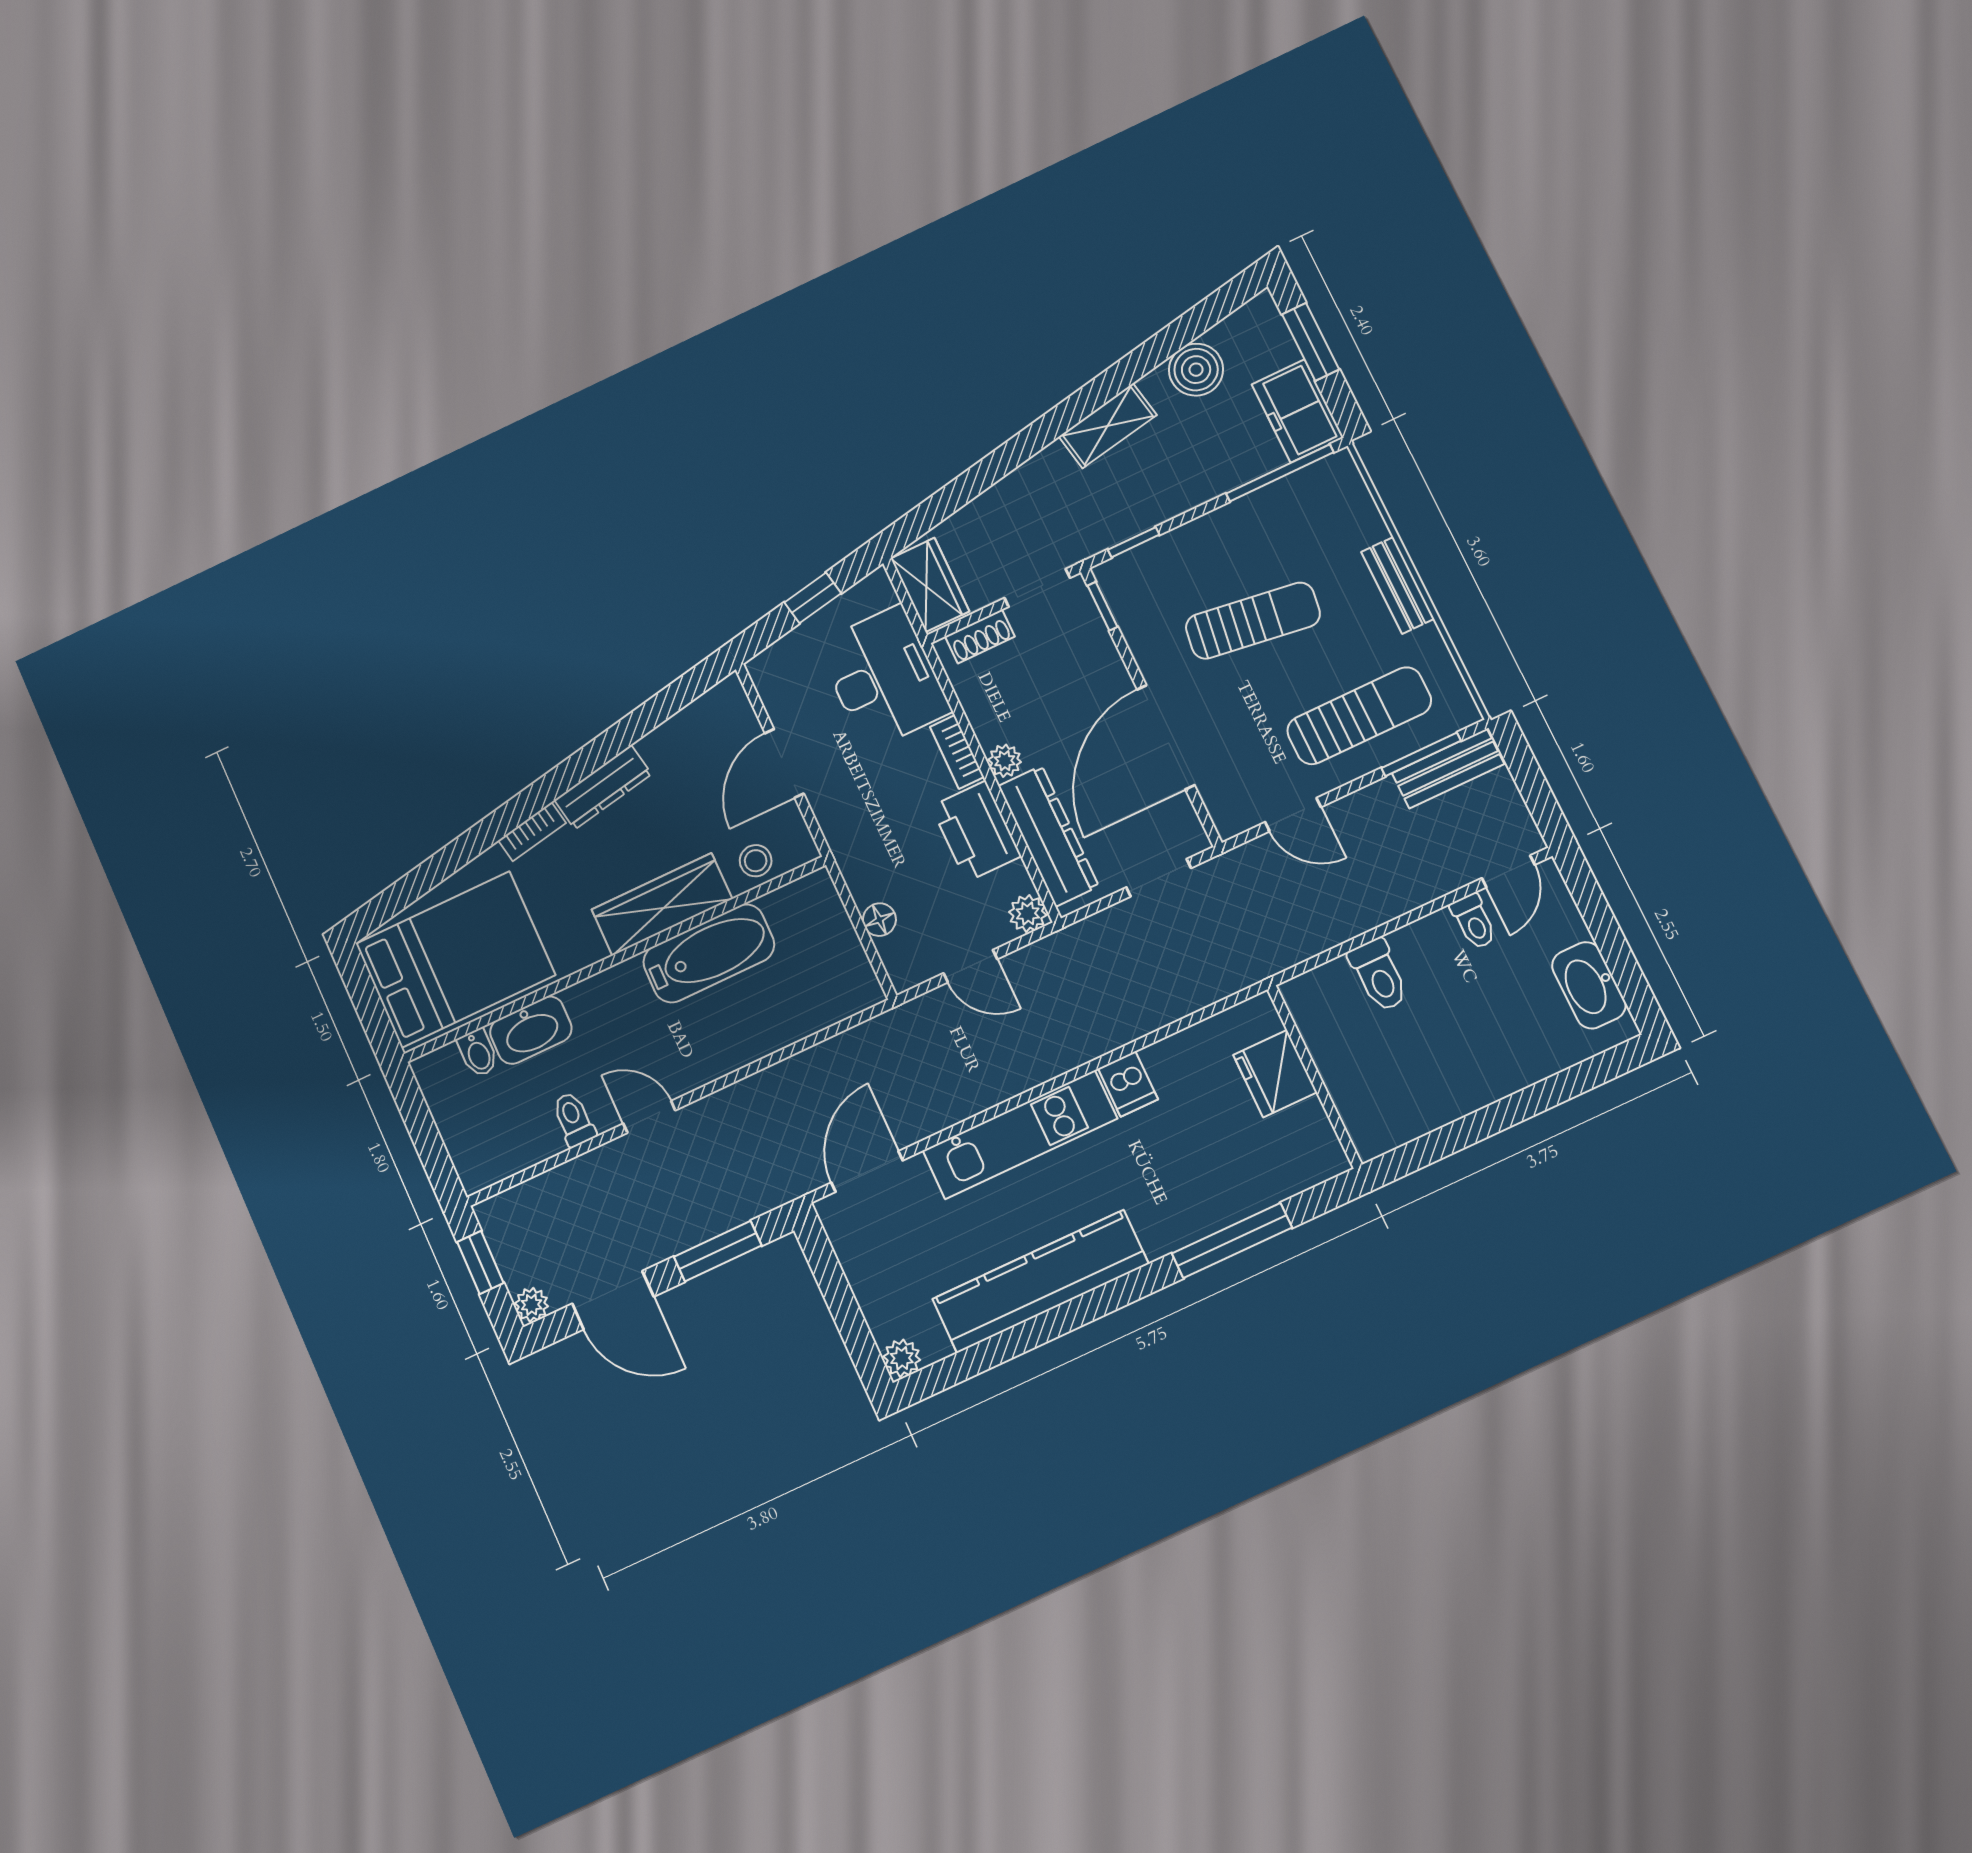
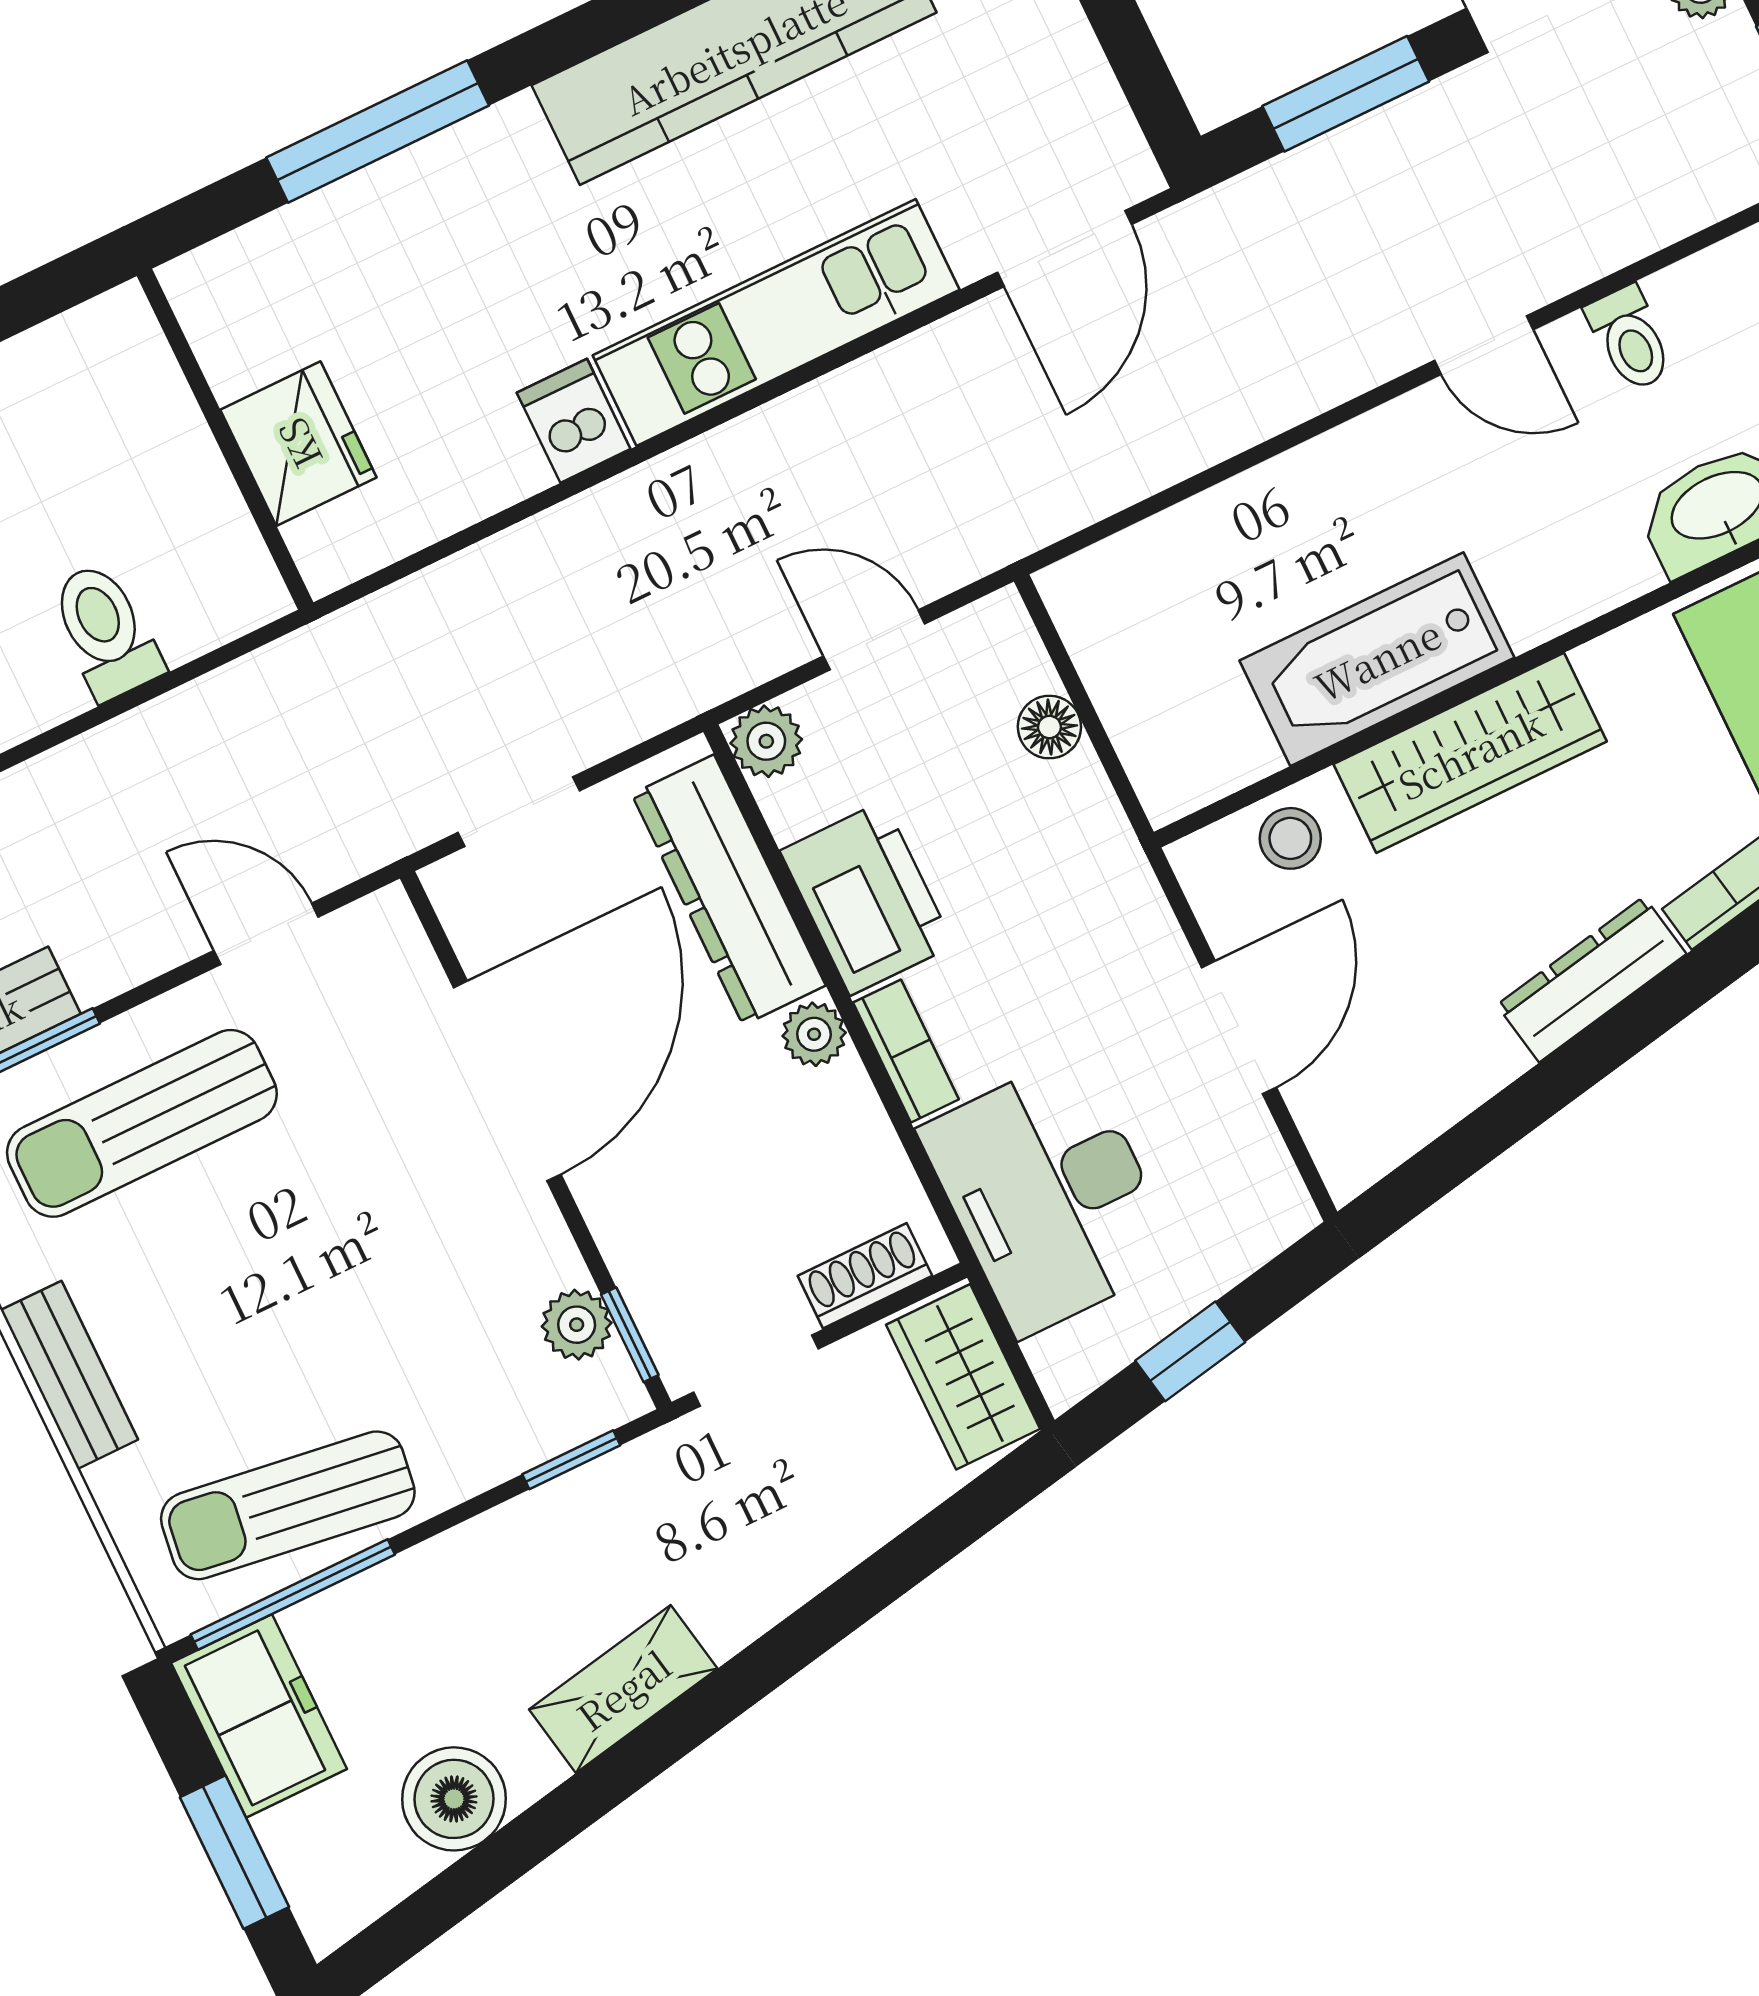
plant: (1130, 611) -> (577, 1325), added
sun lounger: (1253, 621) -> (288, 1505), moved

